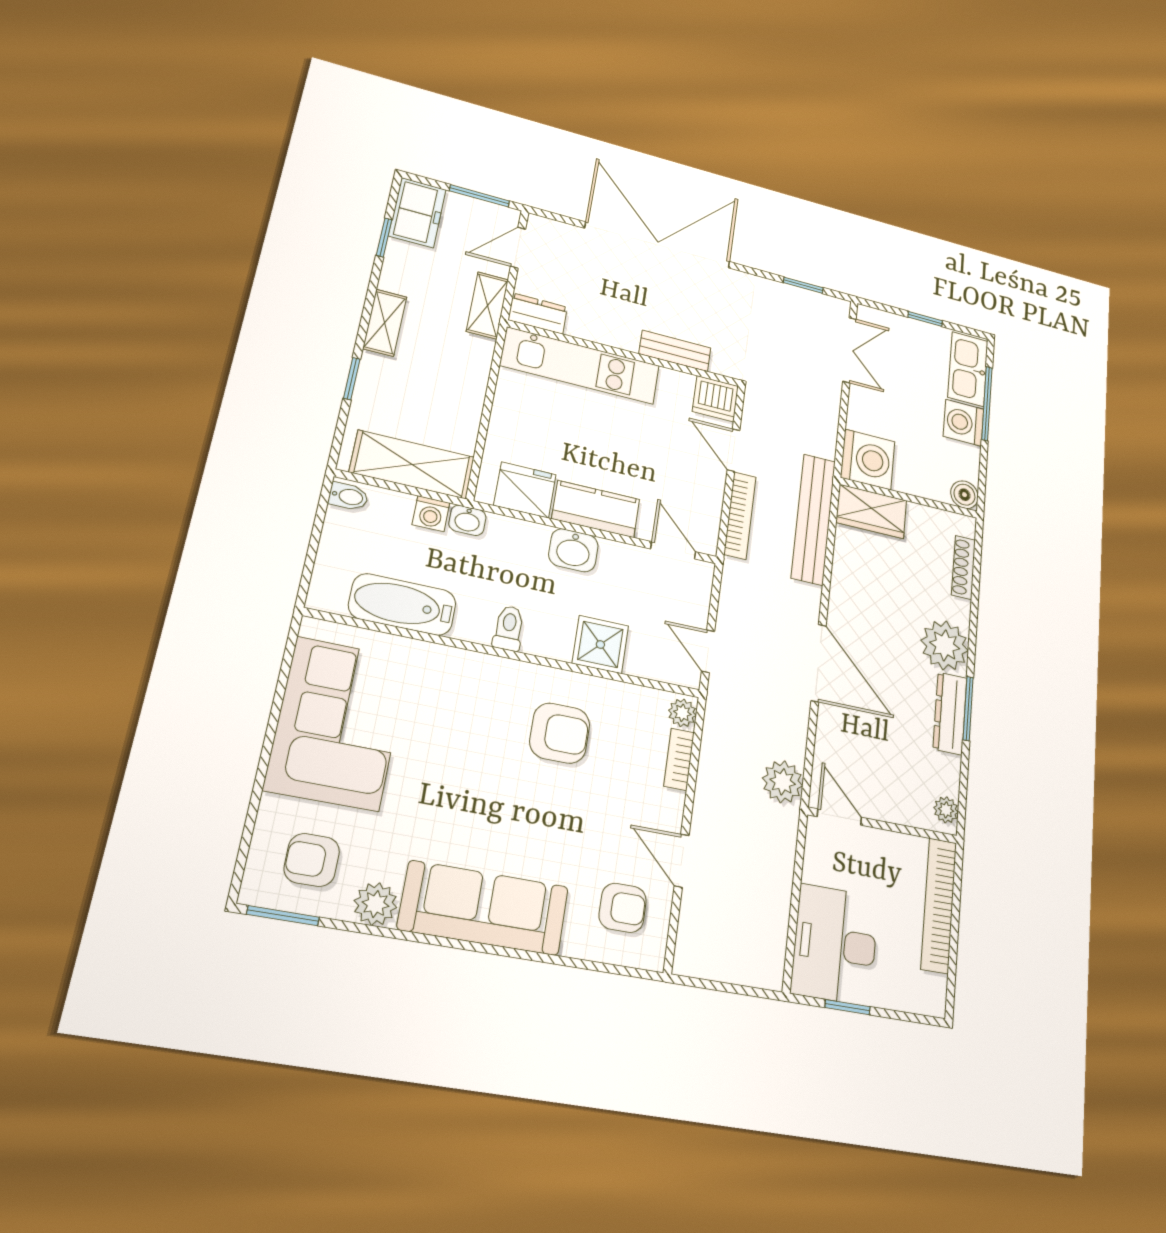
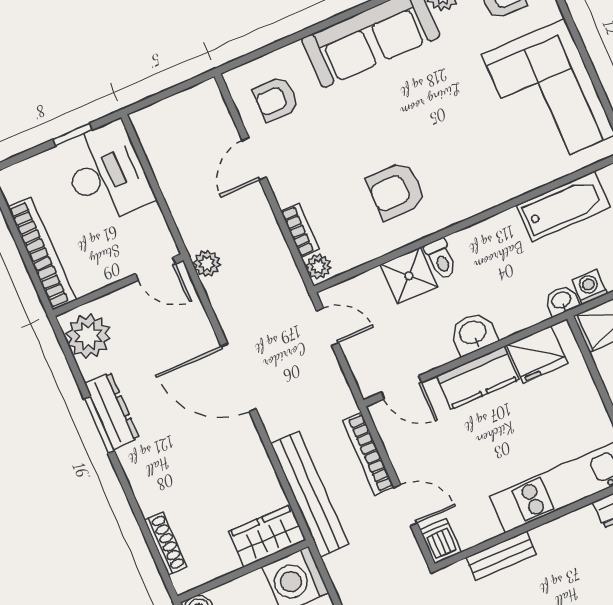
dishwasher: (715, 399) -> (441, 541), width x0.73
toilet: (509, 628) -> (441, 259), moved
plant: (945, 645) -> (146, 464), removed
plant: (783, 782) -> (207, 263), width x0.73, depth x0.73
plant: (946, 810) -> (88, 336), width x1.87, depth x1.87
door: (682, 861) -> (254, 159), swing flipped

